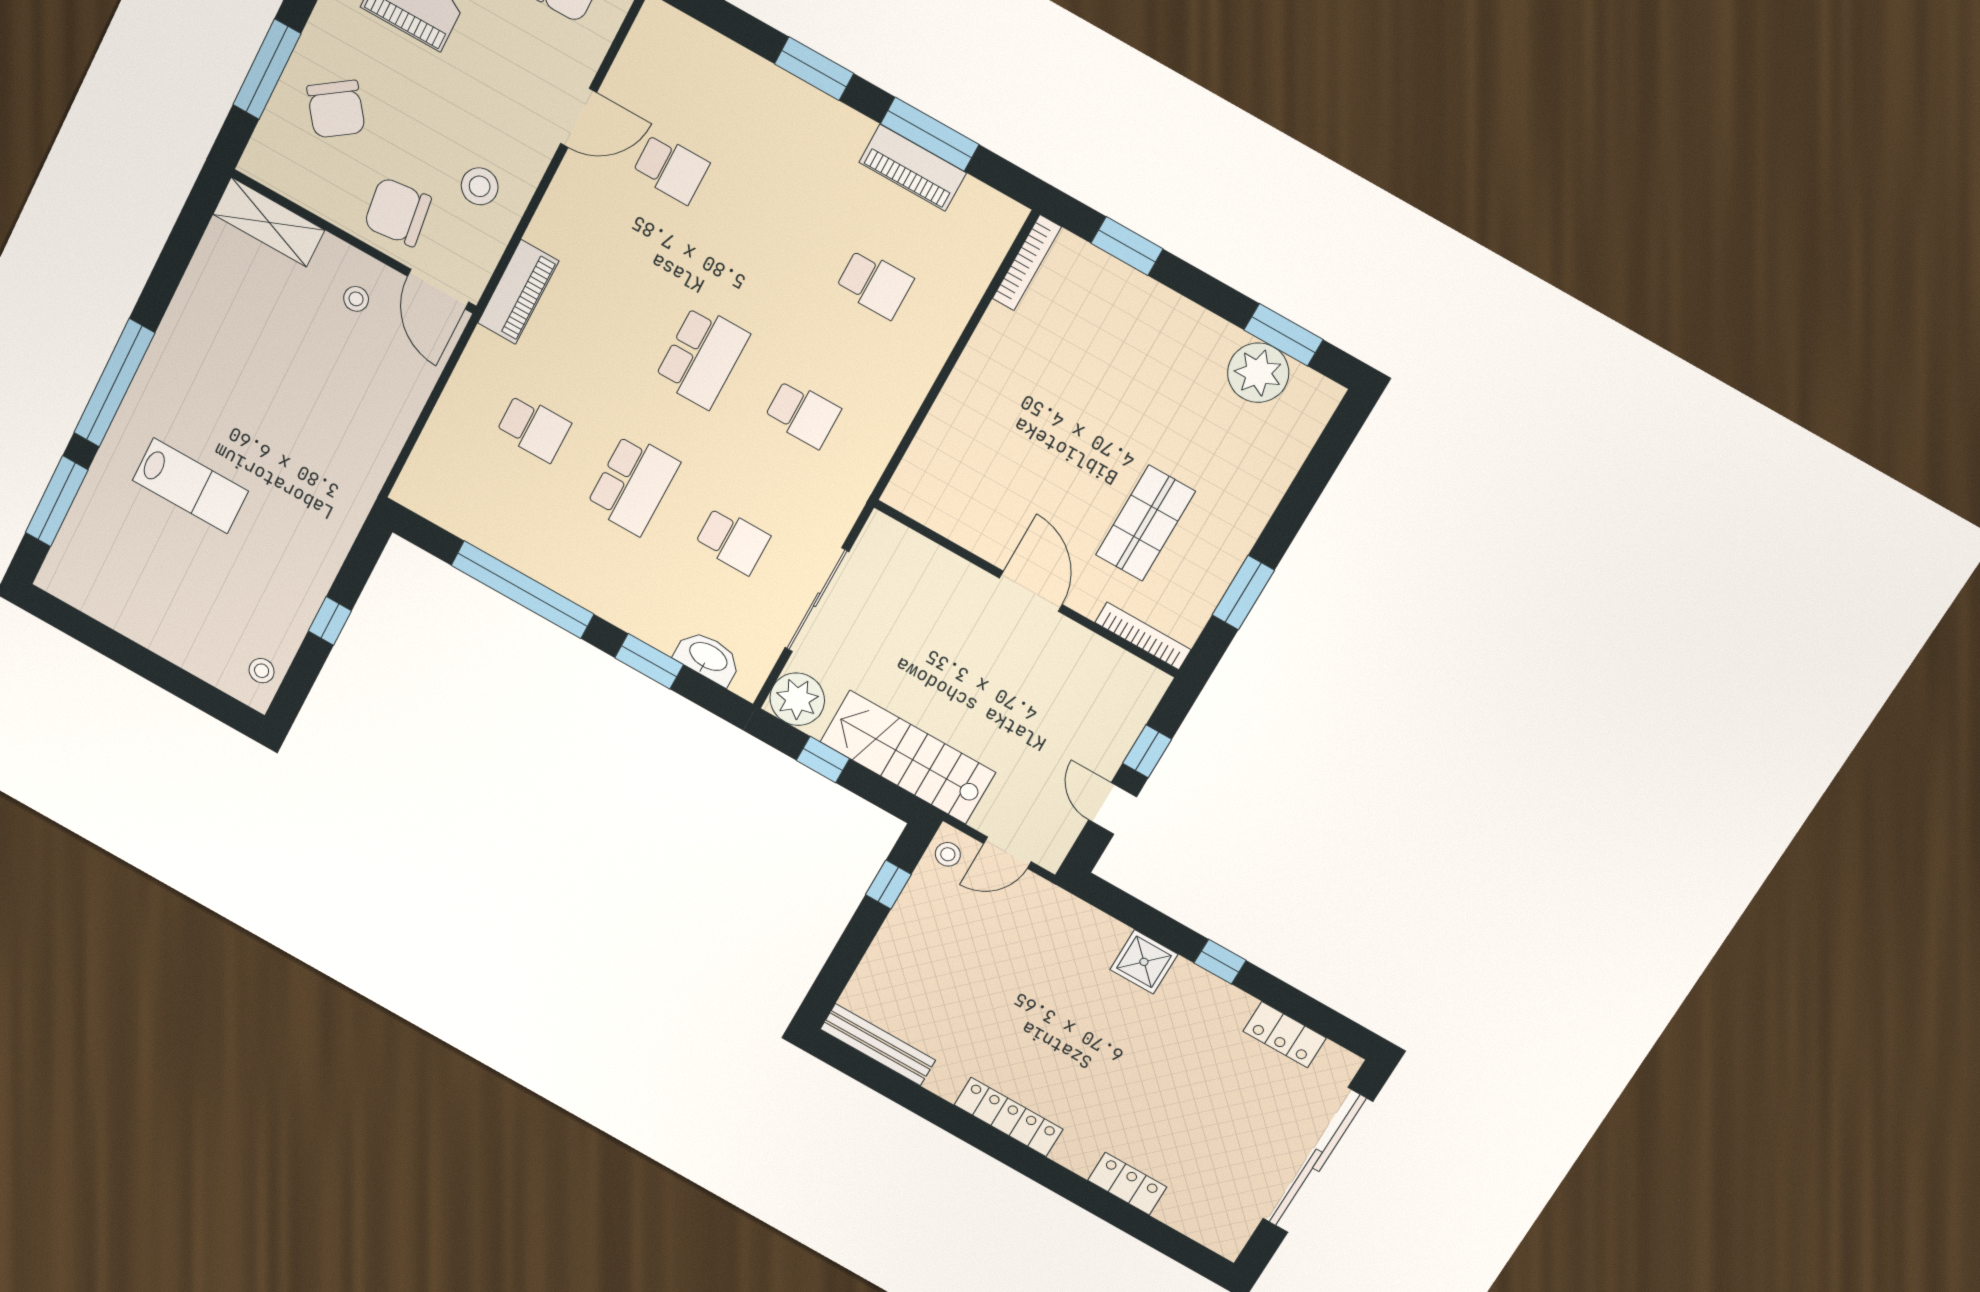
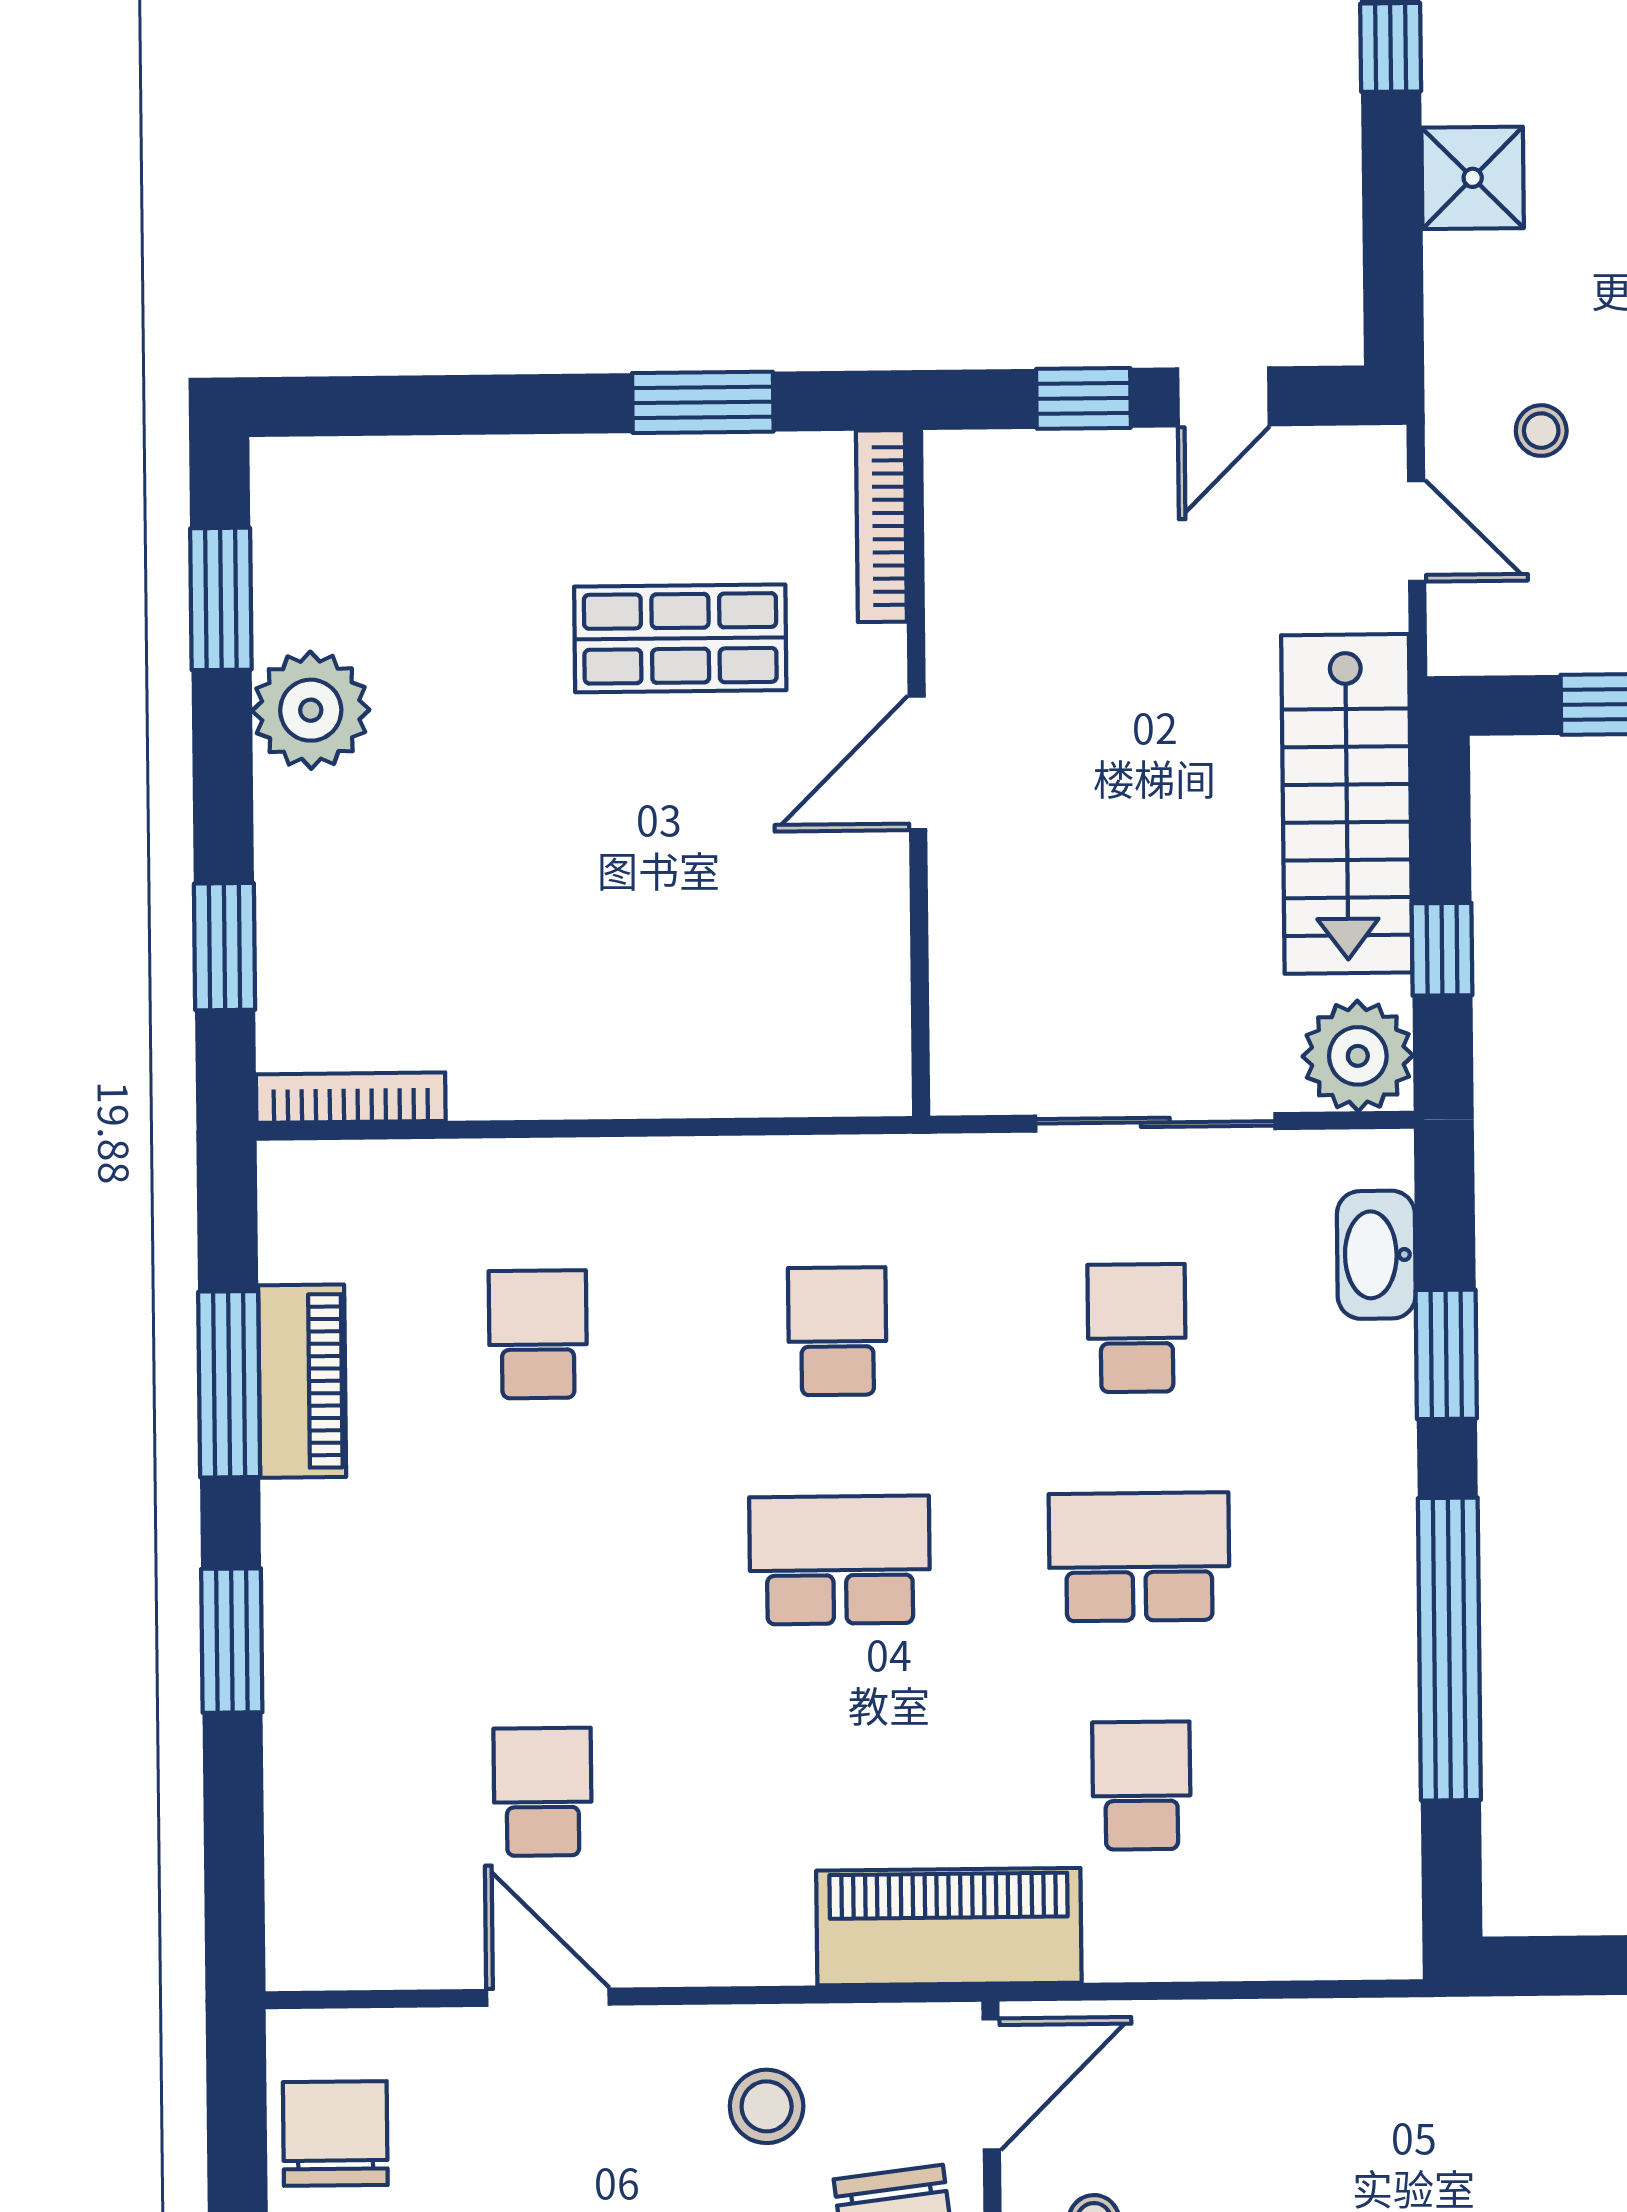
piano: (518, 292) -> (949, 1927), width x1.37, depth x1.33
plant: (1258, 373) -> (311, 710), moved
stool: (948, 854) -> (1541, 431), moved

